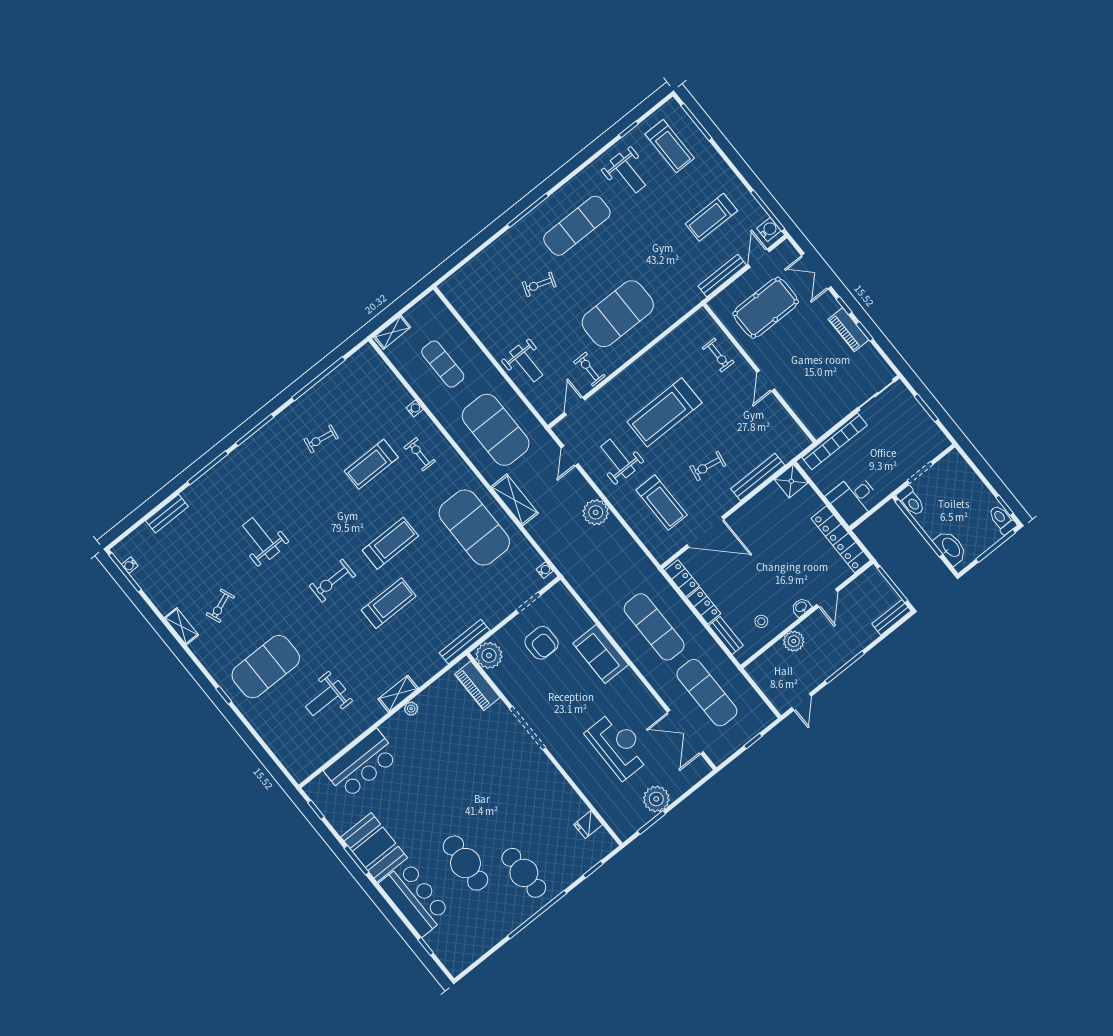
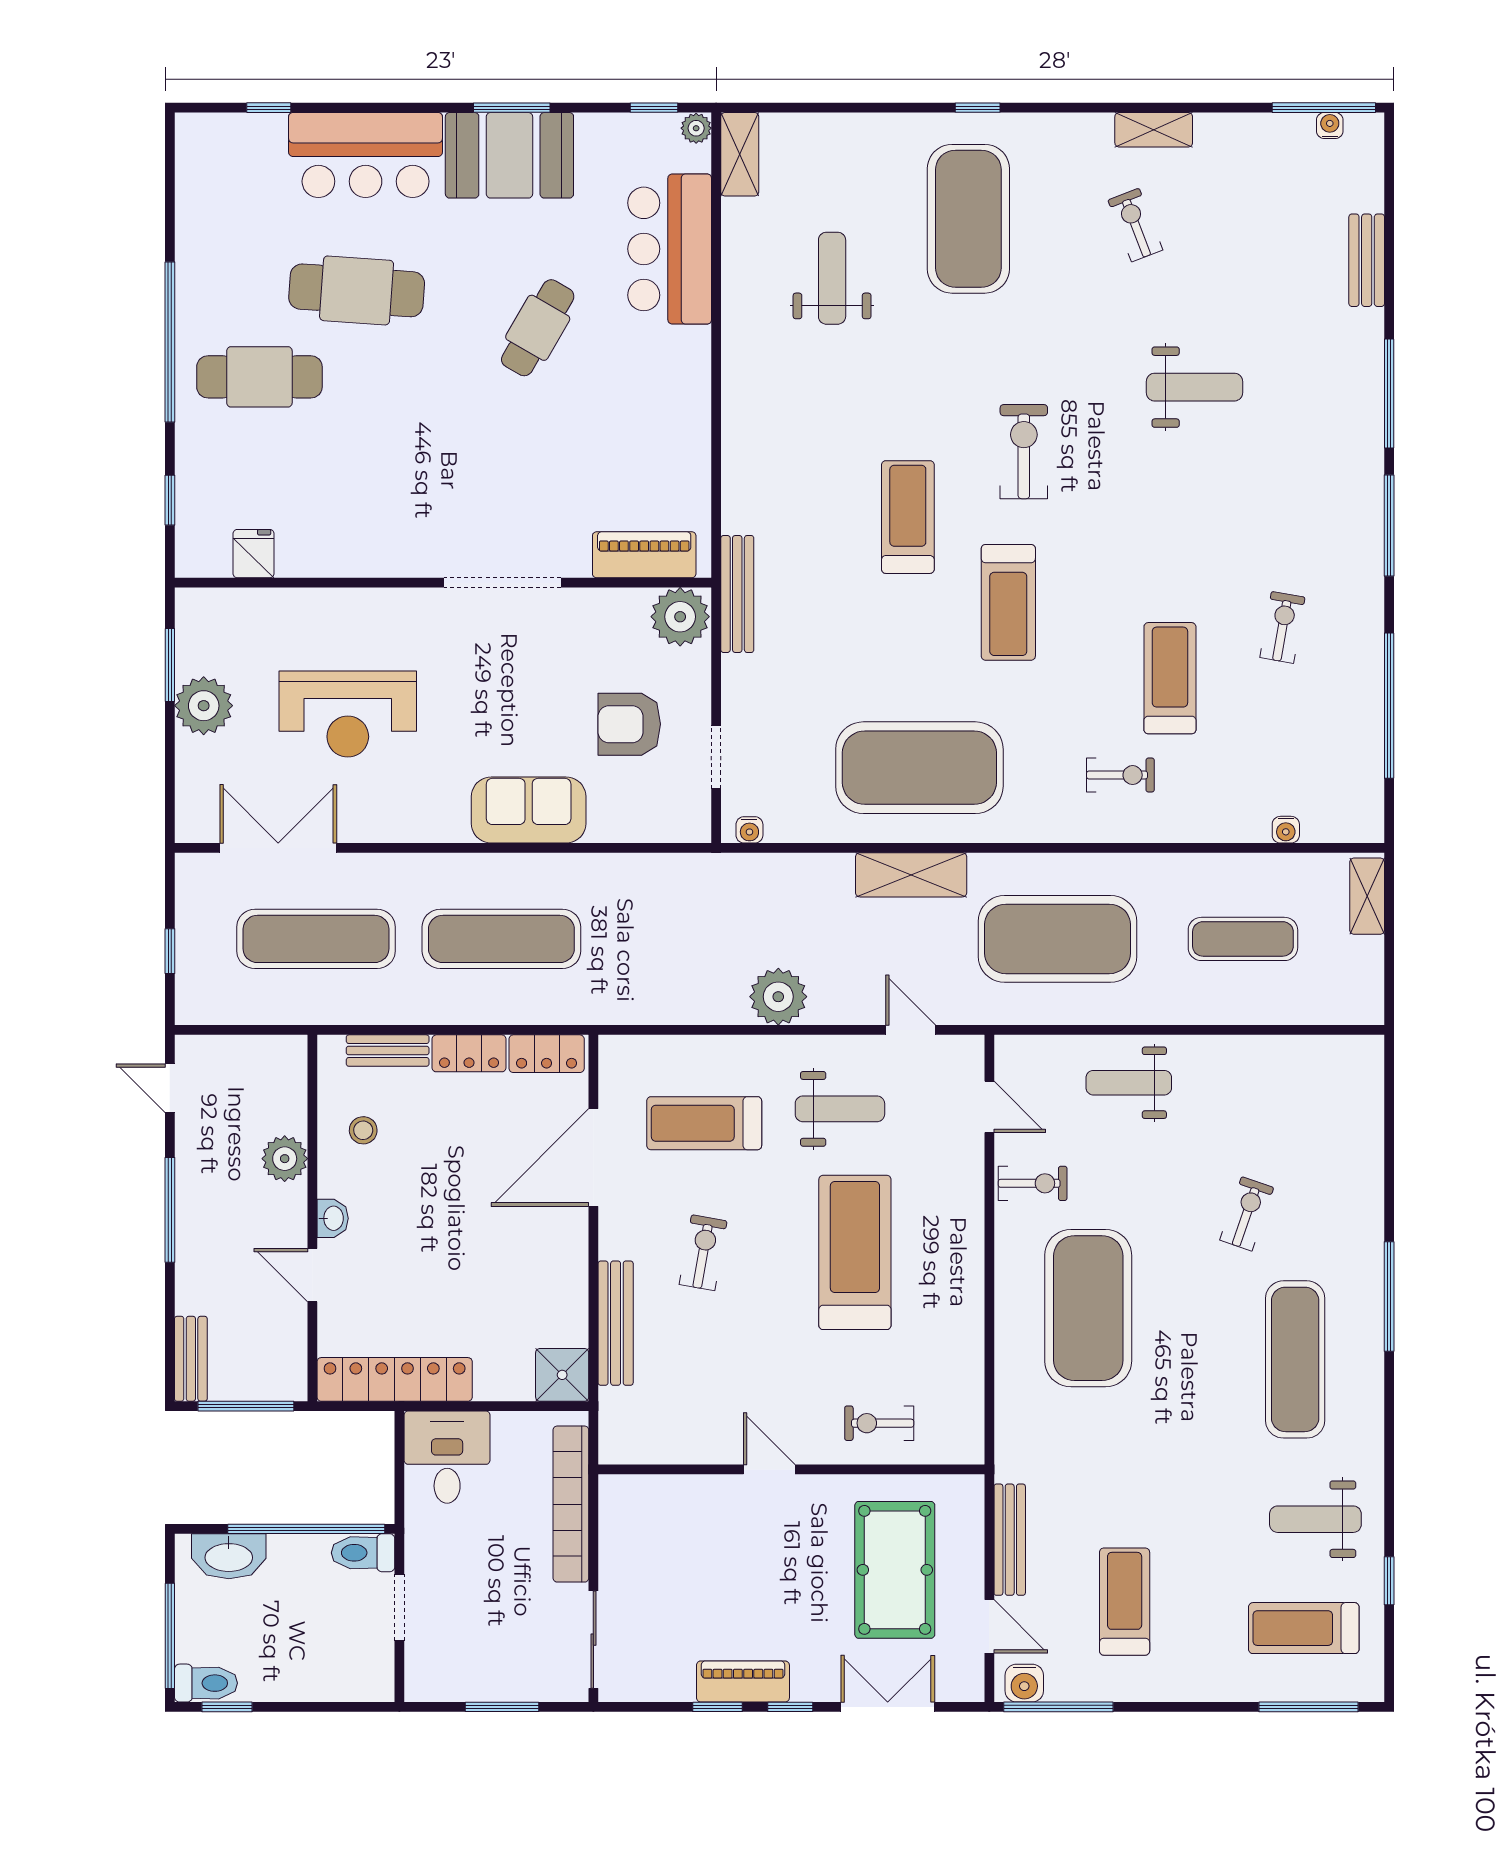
water cooler: (415, 408) -> (1286, 830), moved
treadmill: (389, 603) -> (908, 517), turned 180
shelving: (398, 694) -> (740, 154), moved
plant: (411, 709) -> (696, 128), moved
cafe table: (427, 788) -> (538, 328), added

